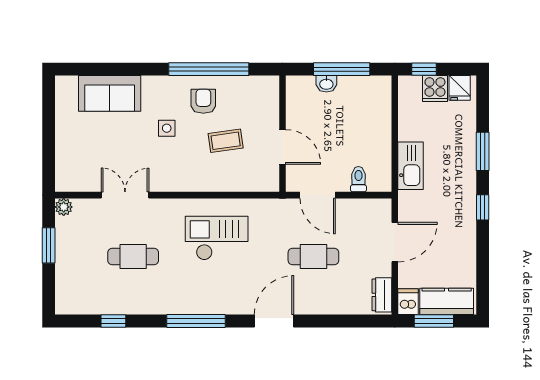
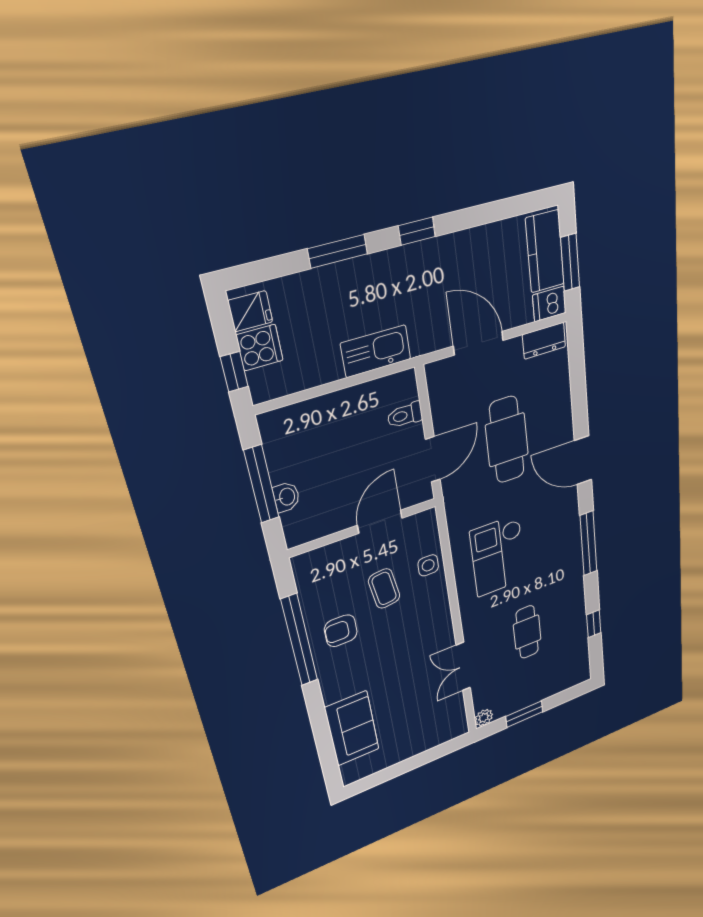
side table: (167, 128) -> (428, 565), moved
cafe table: (313, 256) -> (507, 440), width x1.37, depth x1.35

